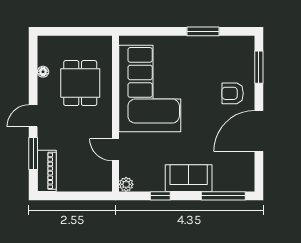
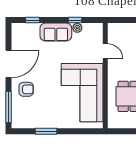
window: (259, 67) -> (8, 107), width x1.44
plant: (126, 184) -> (77, 28), moved
window: (223, 196) -> (32, 20), width x0.46

